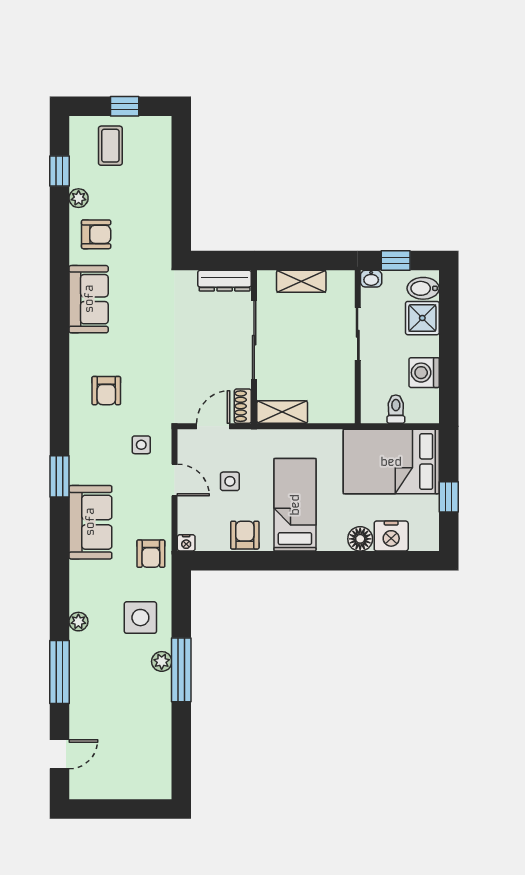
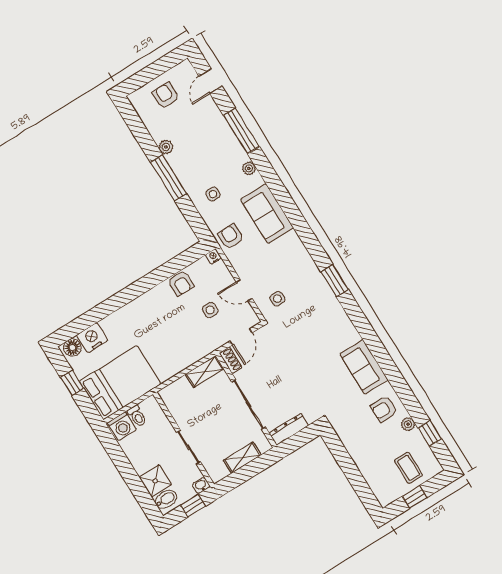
washing machine: (424, 373) -> (122, 426), moved, turned 90
armchair: (106, 391) -> (166, 96), moved
window: (59, 476) -> (335, 281), moved
bed: (295, 505) -> (162, 320), removed
sofa: (90, 522) -> (267, 214), moved
floor lamp: (360, 539) -> (72, 348), moved
side table: (140, 618) -> (213, 194), width x0.54, depth x0.54
plant: (162, 661) -> (166, 147), moved

